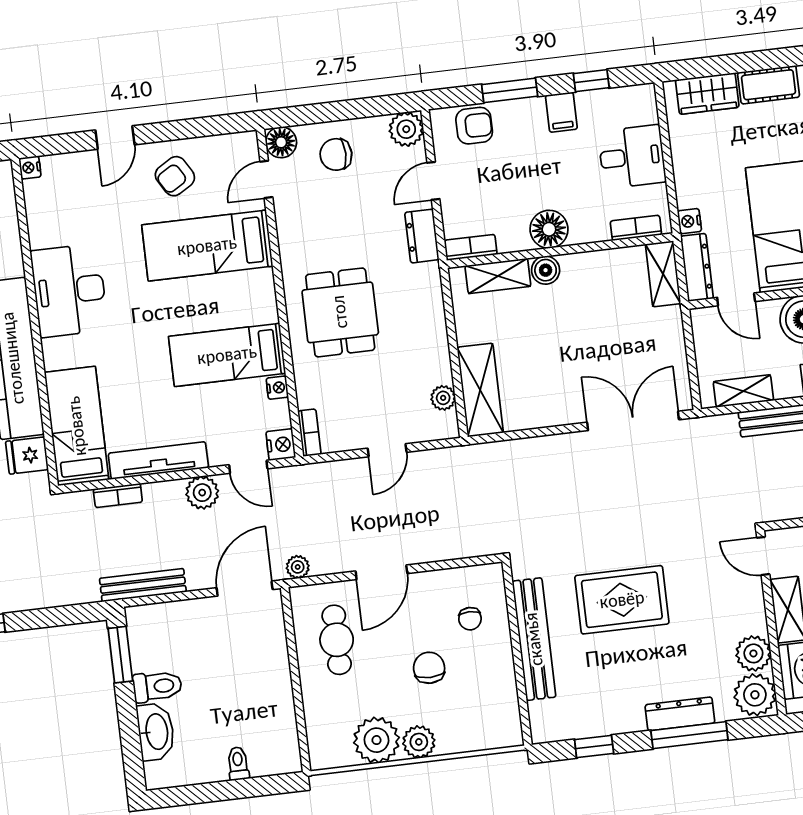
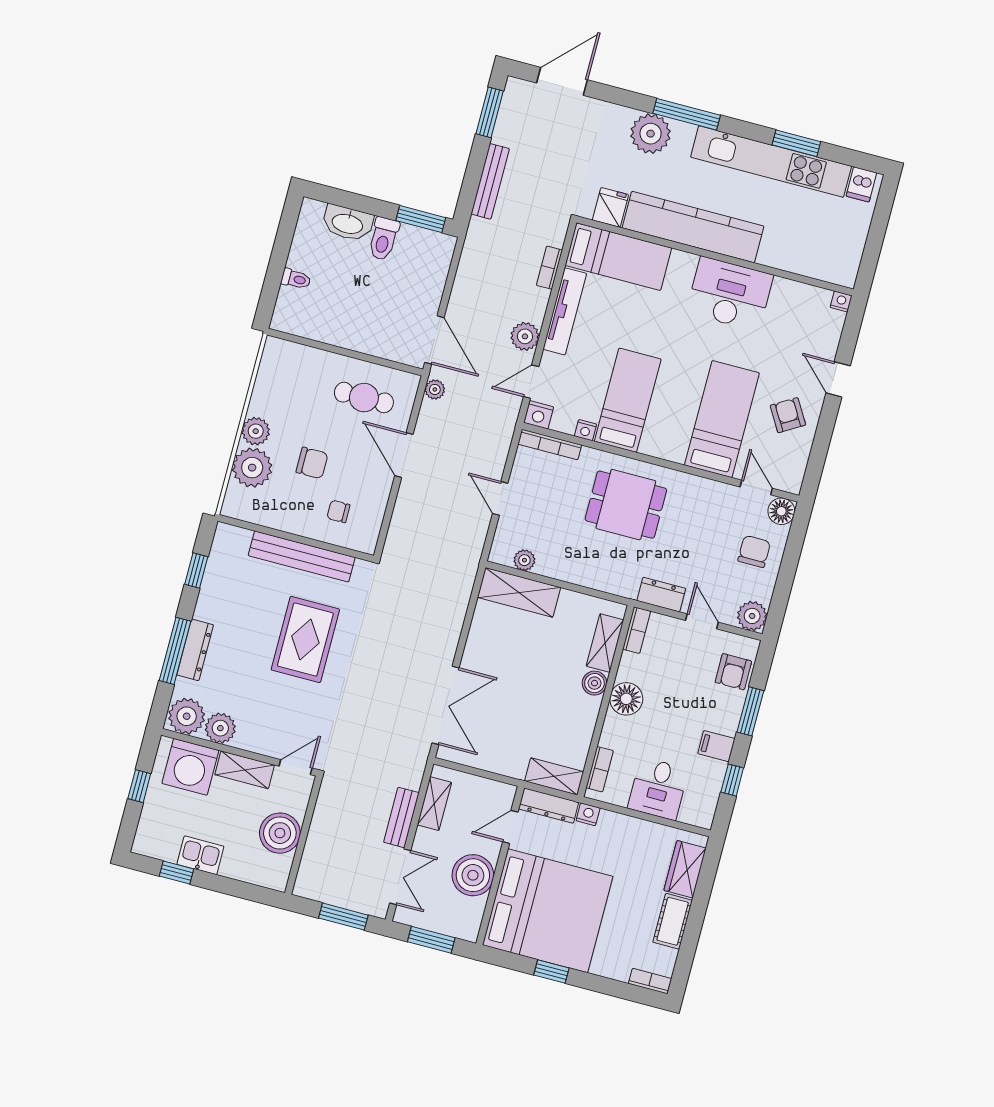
bookcase: (309, 433) -> (550, 444), width x1.56
bench: (143, 585) -> (490, 181), moved
plant: (376, 740) -> (252, 468), moved

